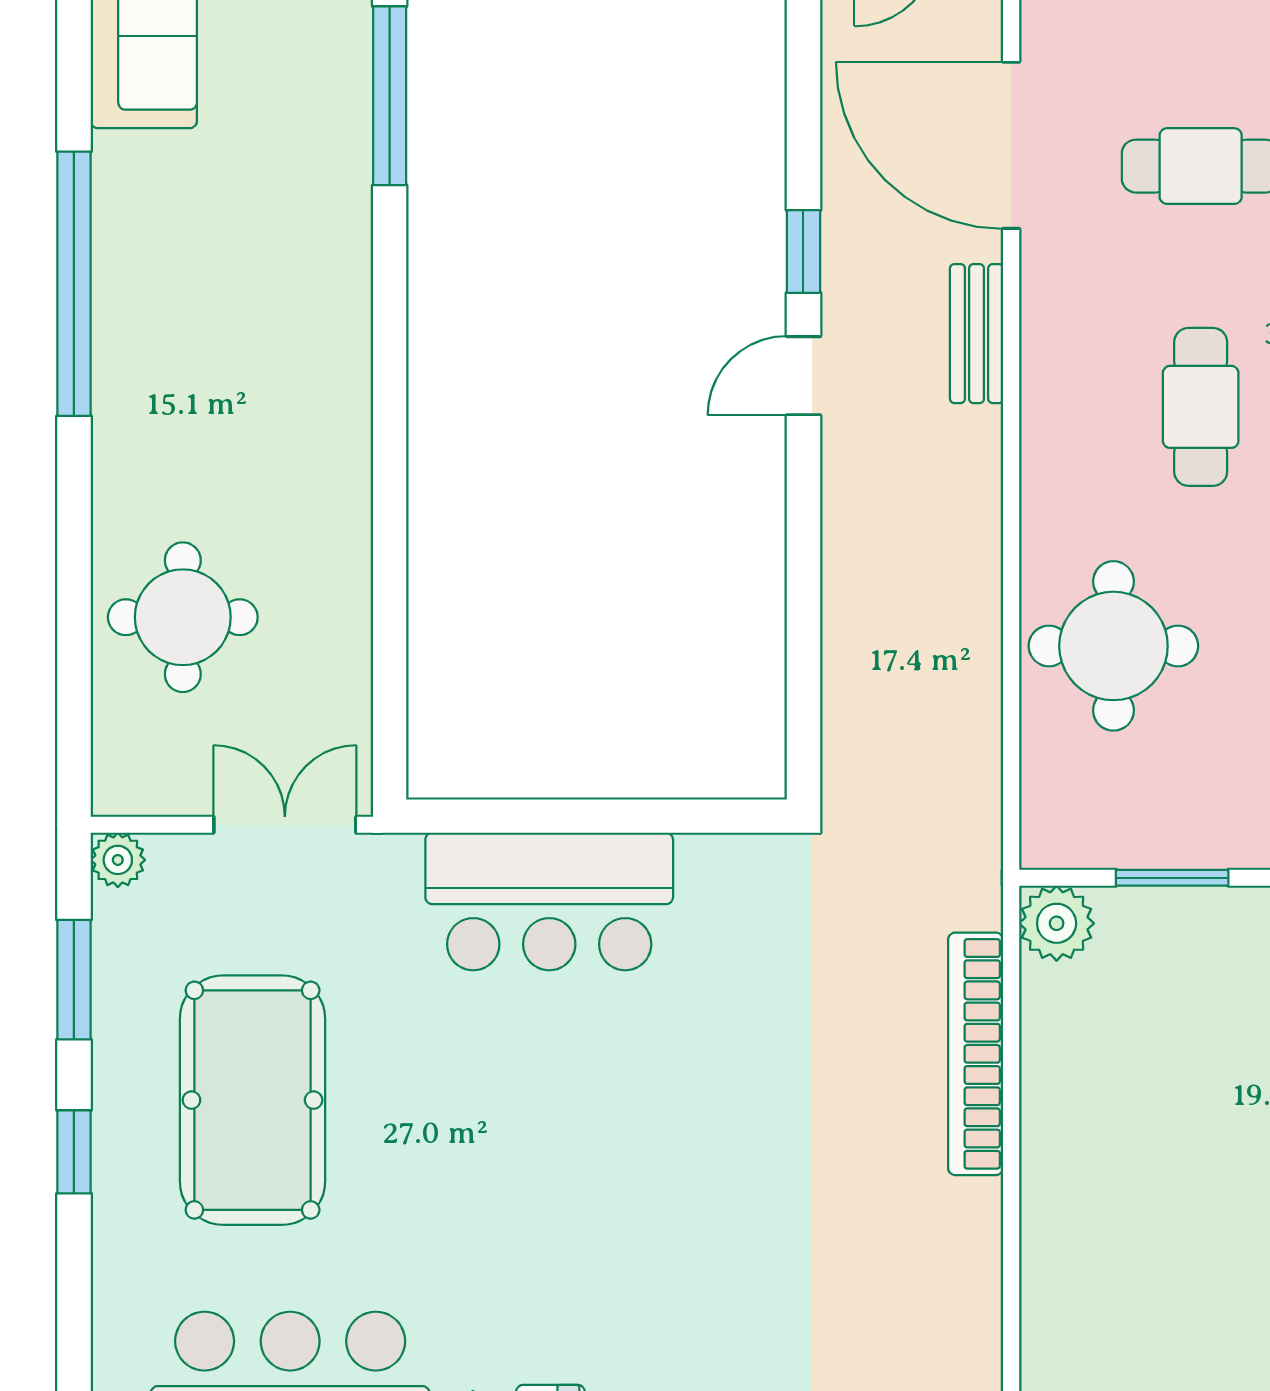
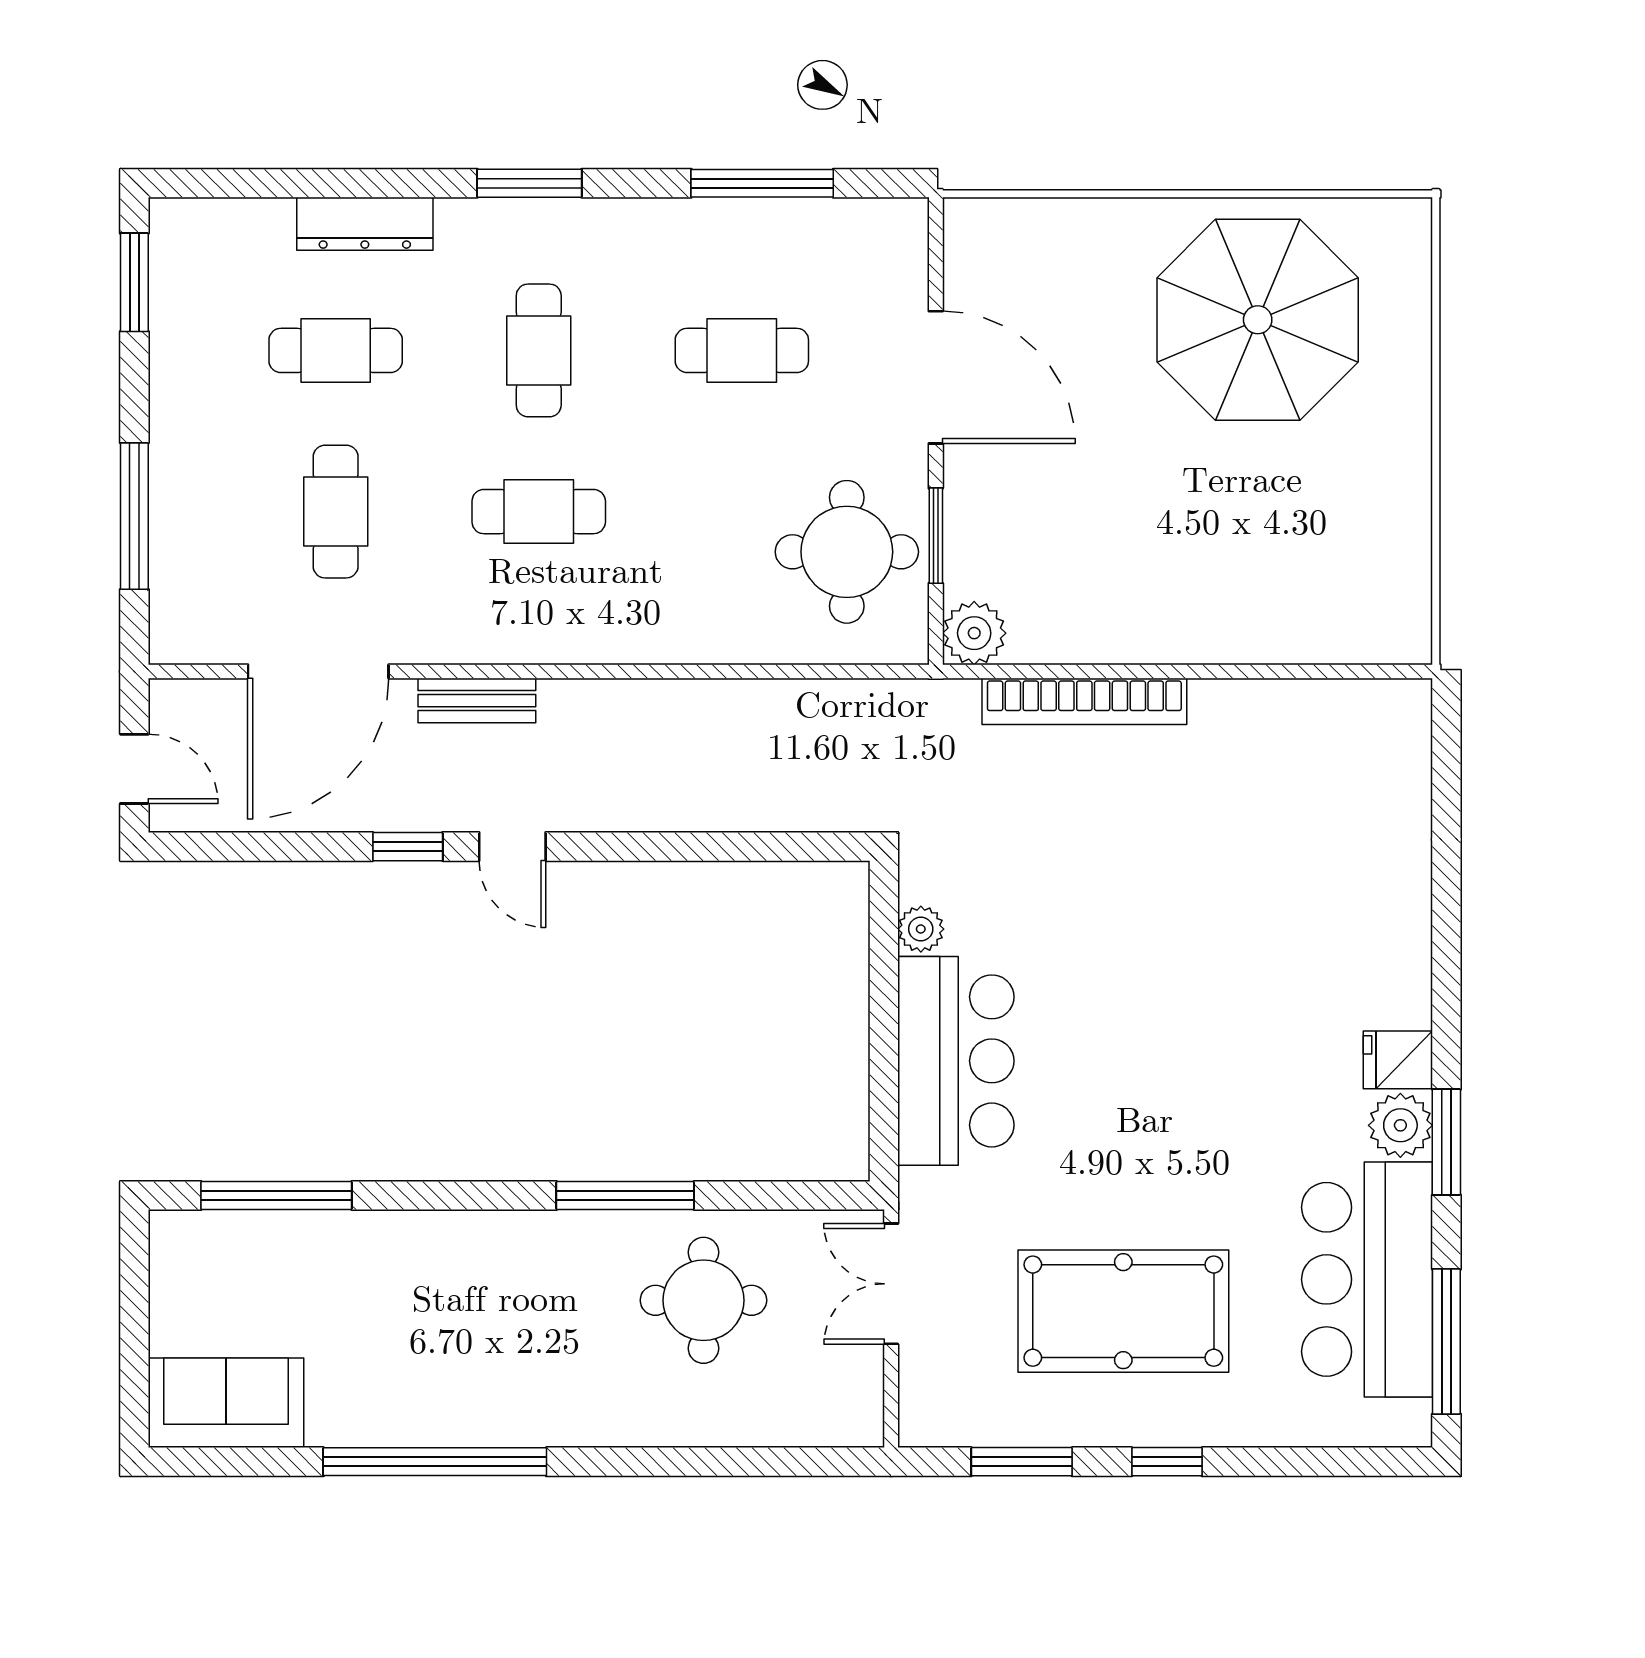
window: (390, 509) -> (625, 1195), added
round table: (183, 617) -> (703, 1300), moved
round table: (1113, 646) -> (847, 552), moved
plant: (118, 860) -> (921, 929), moved

